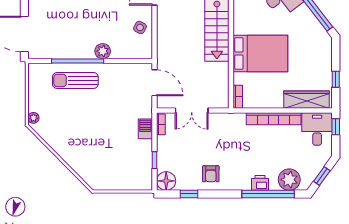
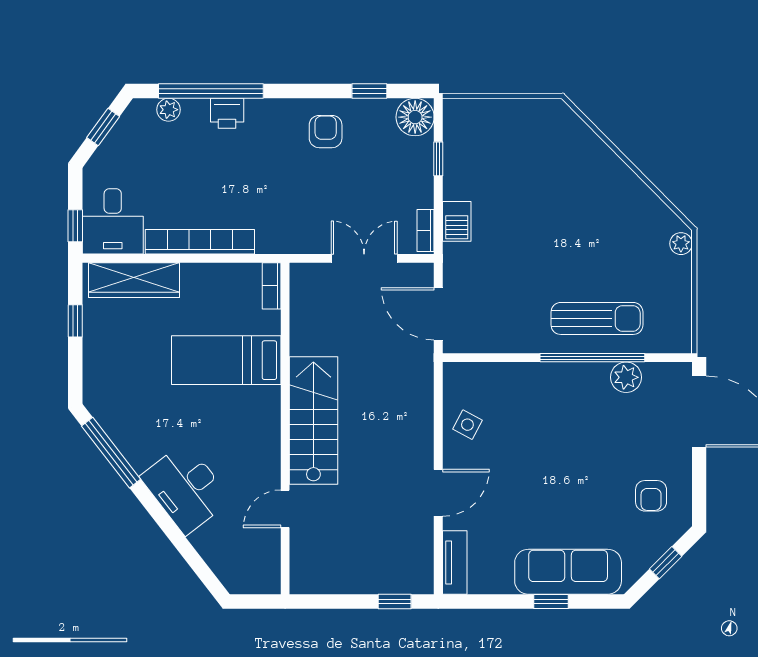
plant: (103, 51) -> (626, 377), moved
bed: (260, 54) -> (226, 360), width x0.67
plant: (289, 180) -> (168, 110), width x0.53, depth x0.53

